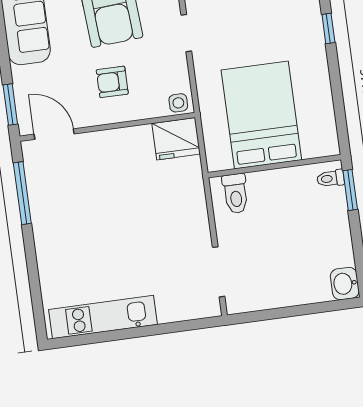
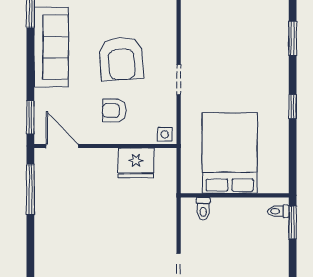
window: (328, 29) -> (293, 107), moved
fridge: (176, 139) -> (136, 163), moved
toilet: (235, 193) -> (203, 209), width x0.73, depth x0.72

